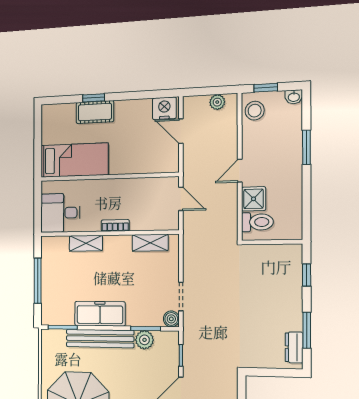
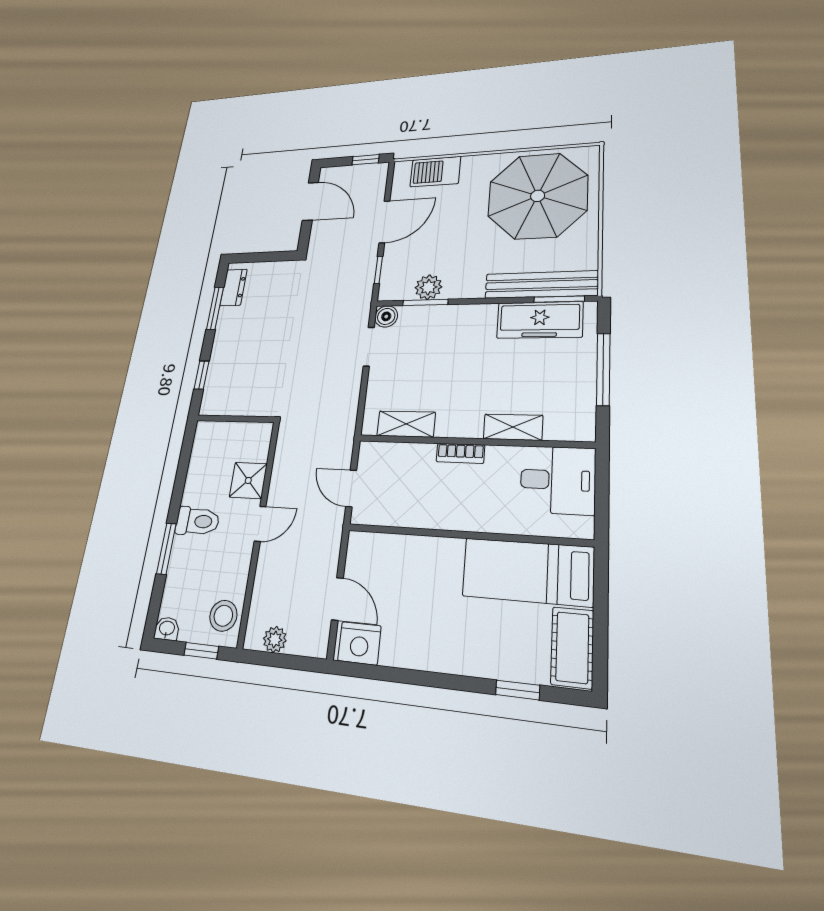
window: (94, 98) -> (518, 690), moved
cot: (95, 112) -> (572, 647), moved, turned 90
toilet: (257, 222) -> (197, 521), moved, turned 180
freezer: (100, 314) -> (540, 320), moved
bench: (100, 339) -> (541, 285), moved

